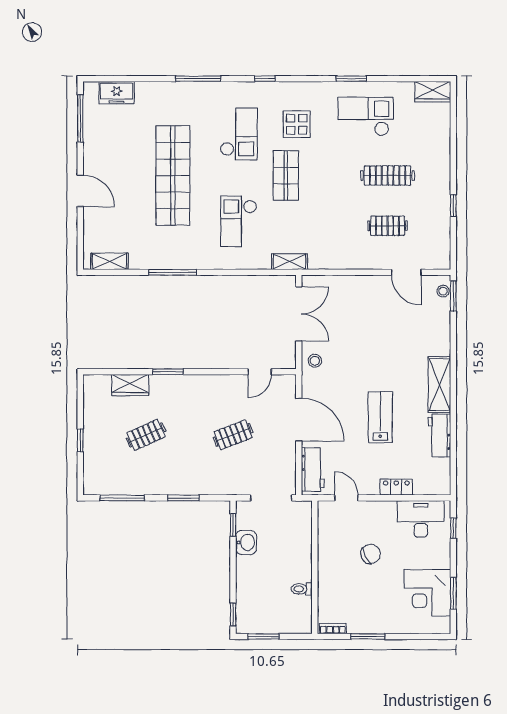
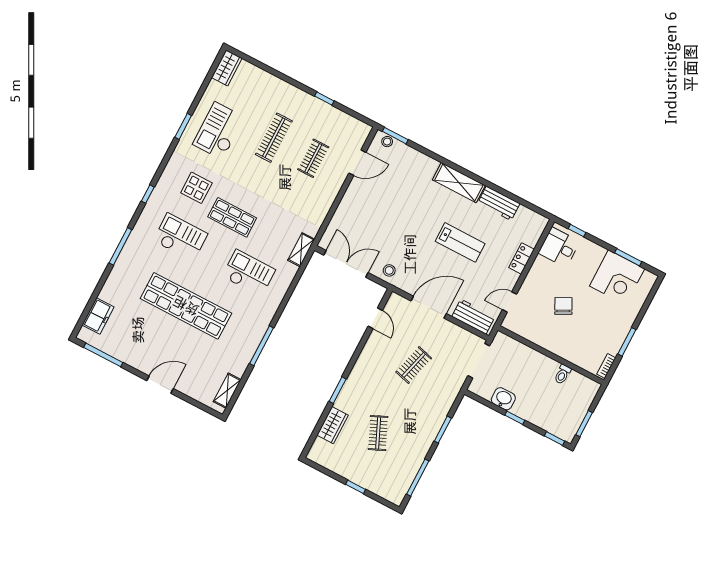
checkout: (239, 221) -> (249, 273), turned 180
lab bench: (380, 417) -> (460, 242), turned 180
clothes rail: (233, 435) -> (414, 365), turned 36
desk: (421, 519) -> (559, 247), width x0.73
window: (233, 525) -> (515, 418), moved

